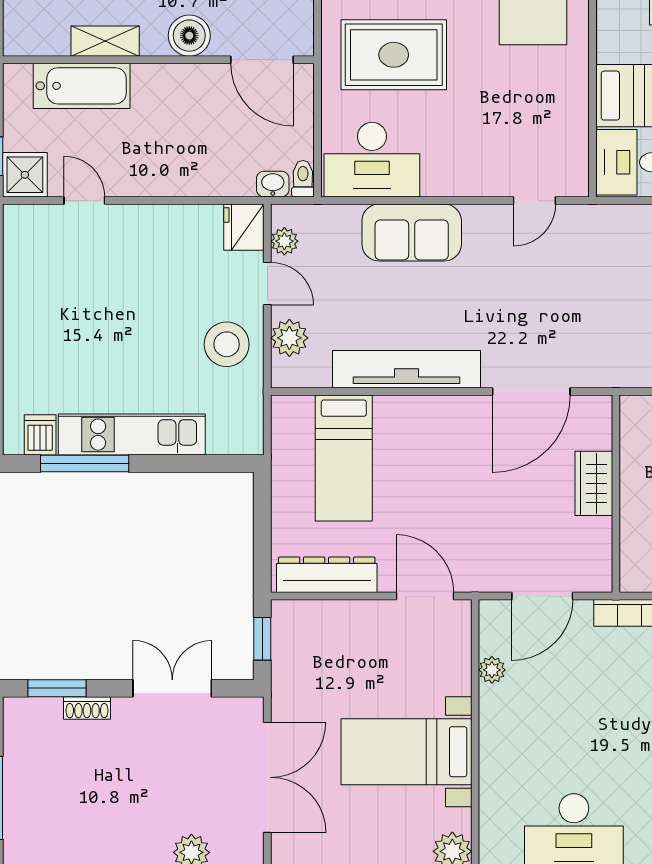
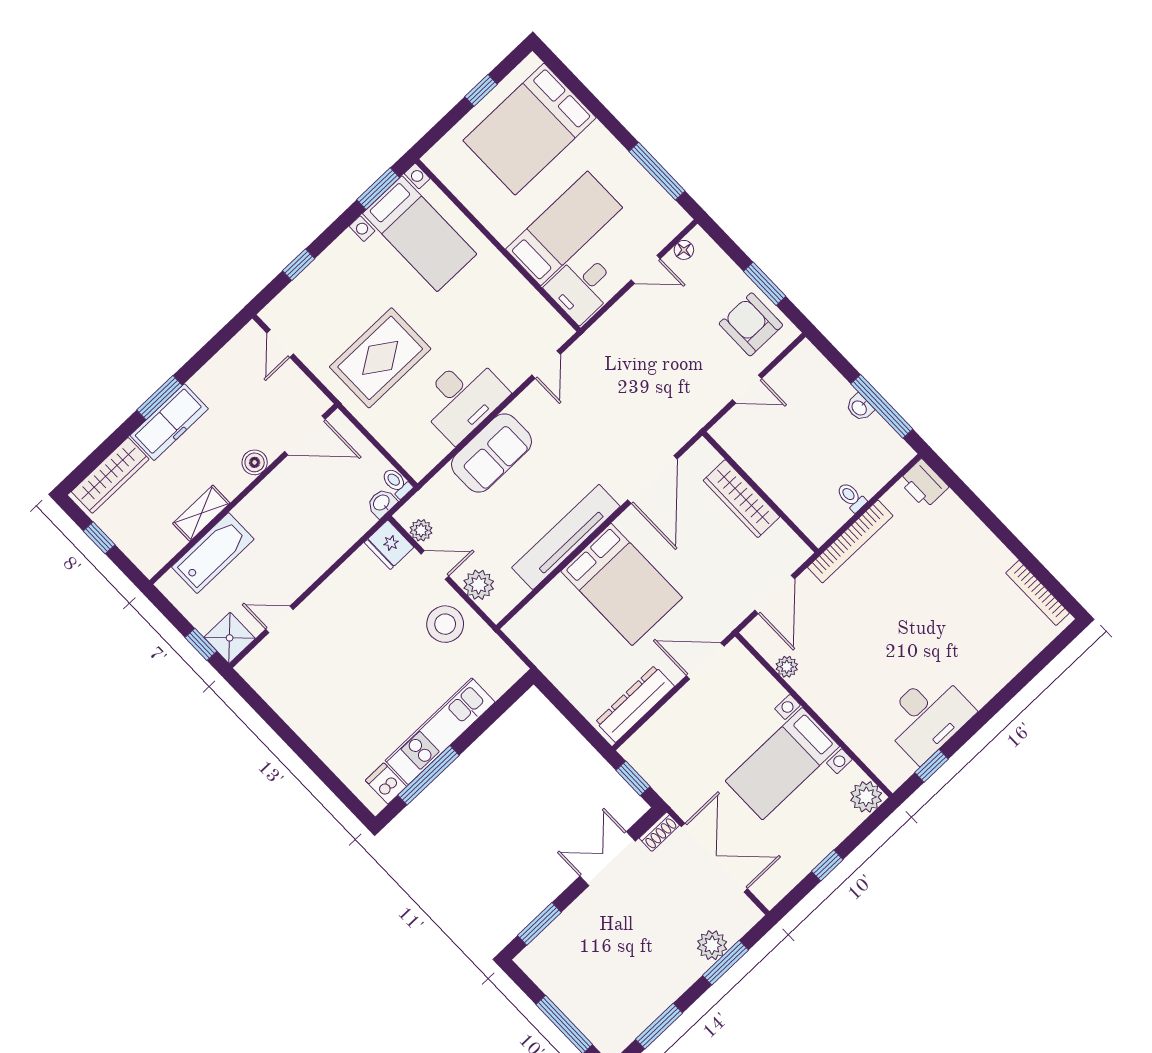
boiler: (189, 36) -> (255, 462), width x0.73, depth x0.73
desk: (372, 160) -> (462, 398), moved
bed: (344, 458) -> (622, 584), moved, width x1.50
wardrobe: (594, 483) -> (742, 499), width x1.50
shoe rack: (87, 708) -> (659, 832), moved

